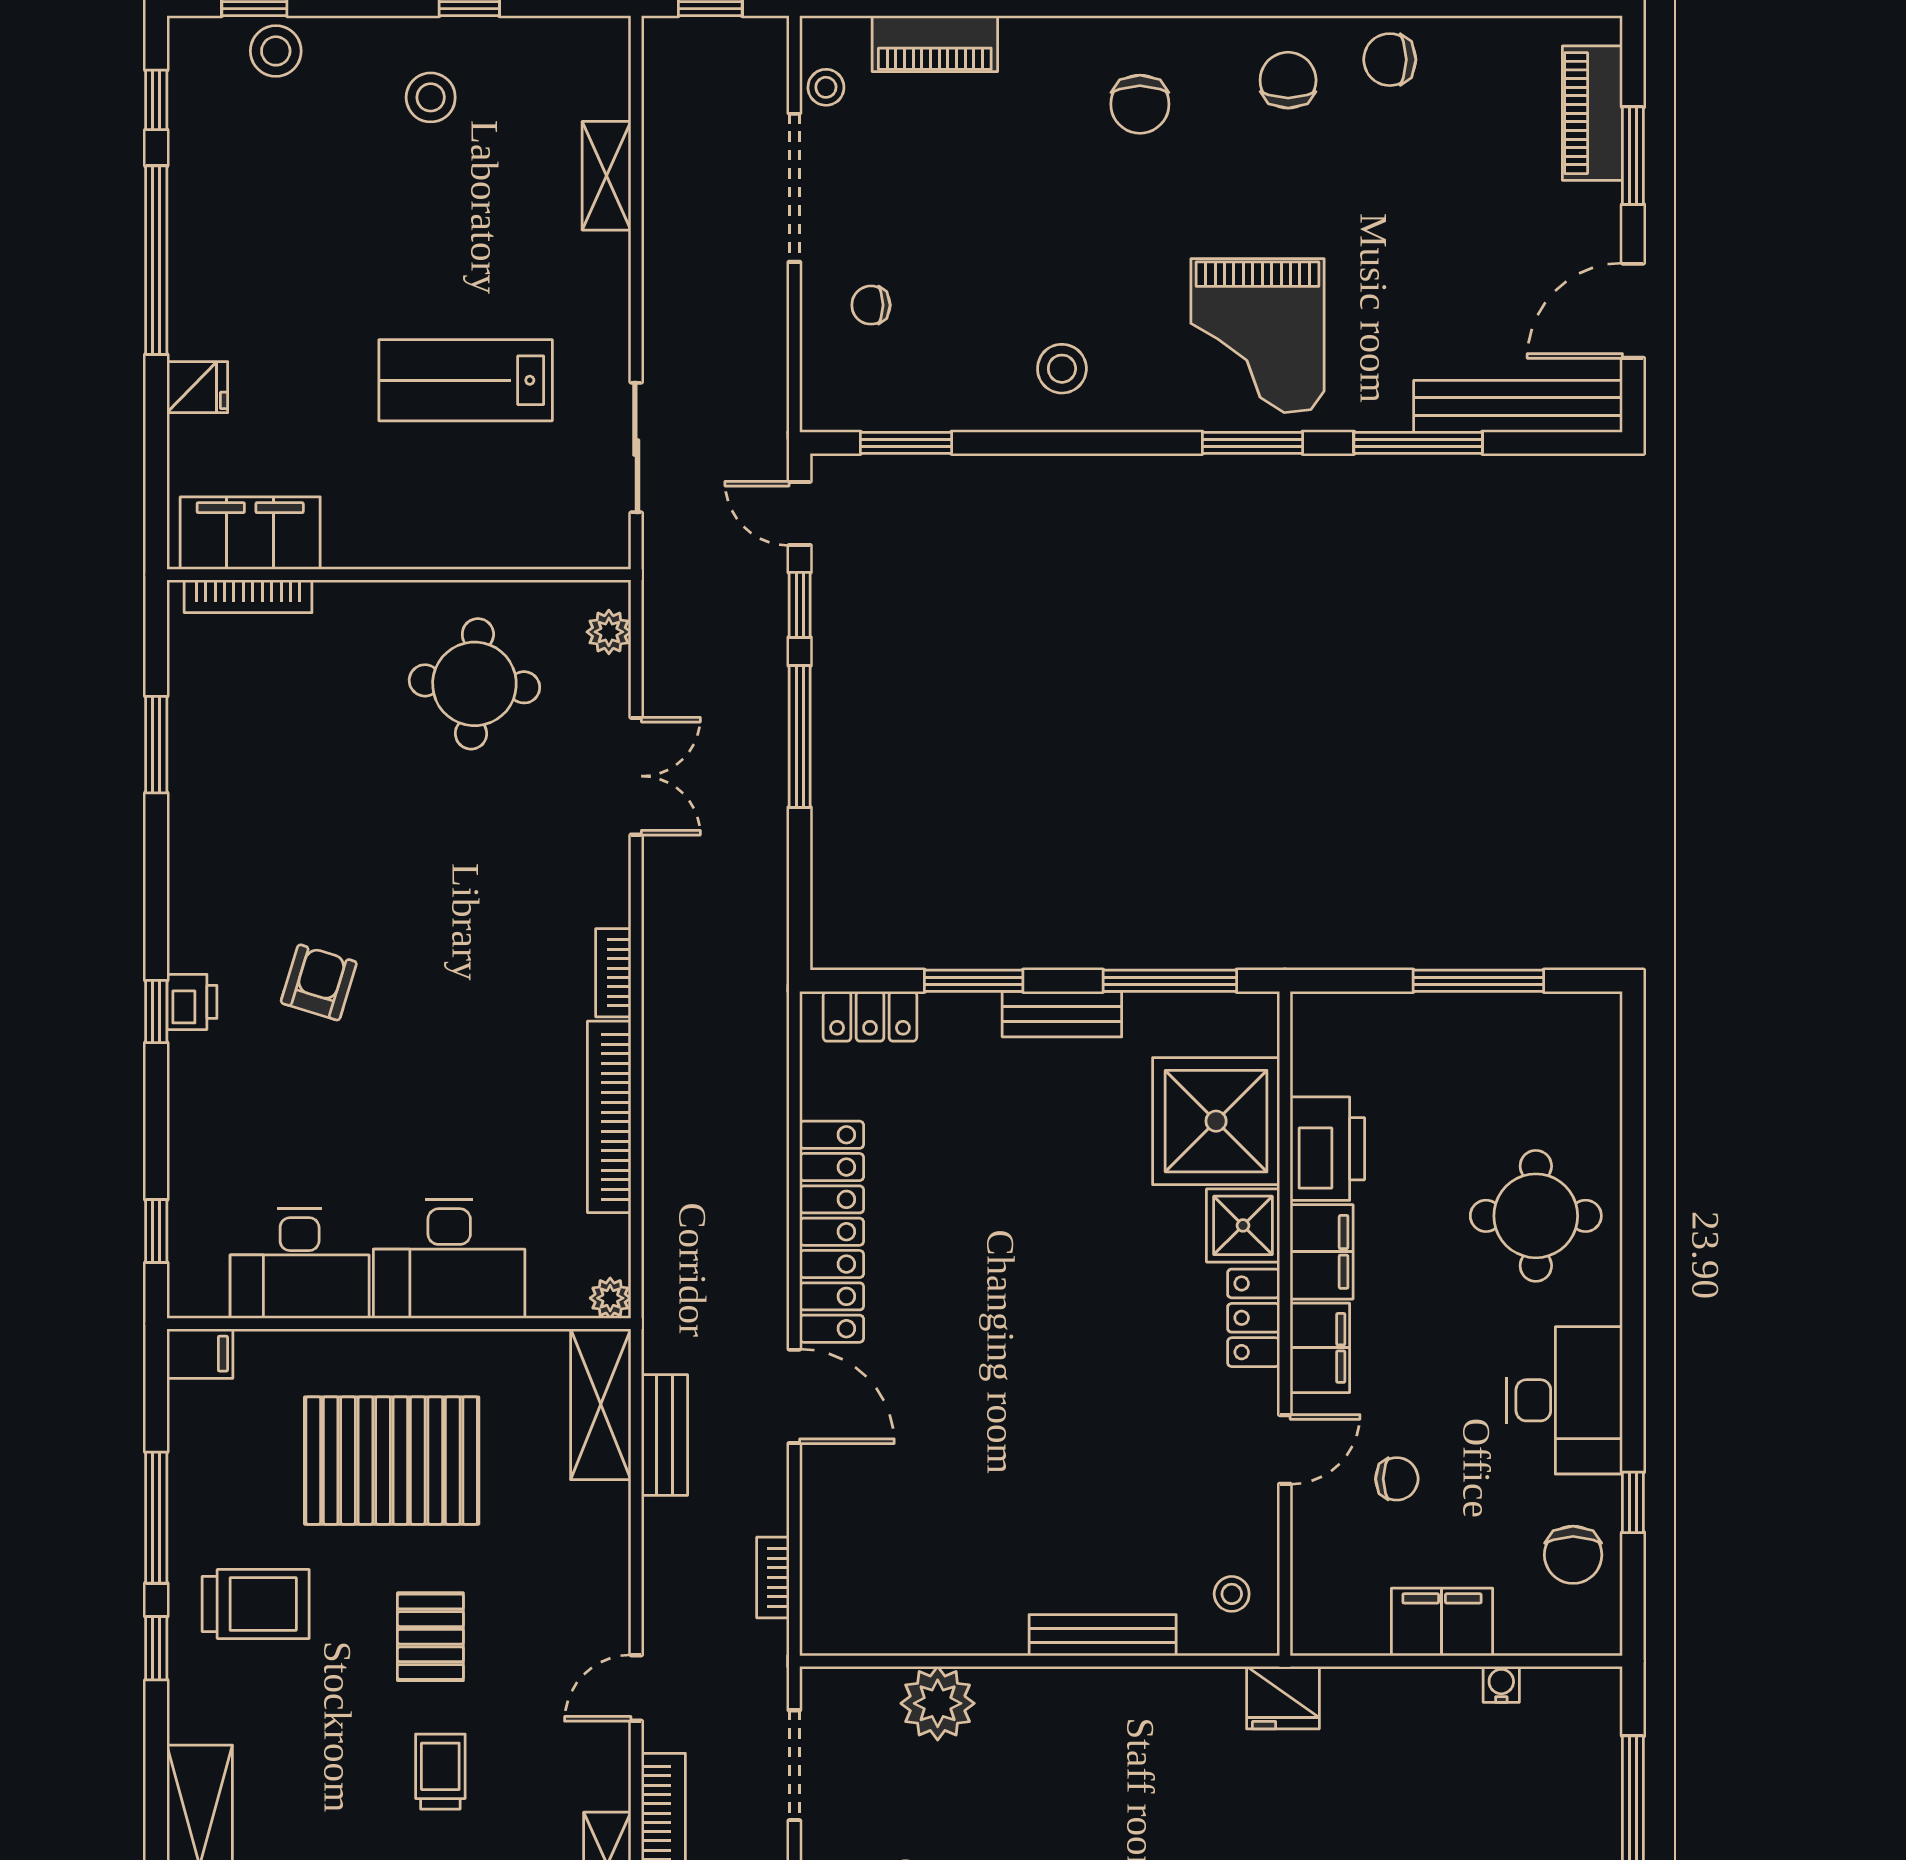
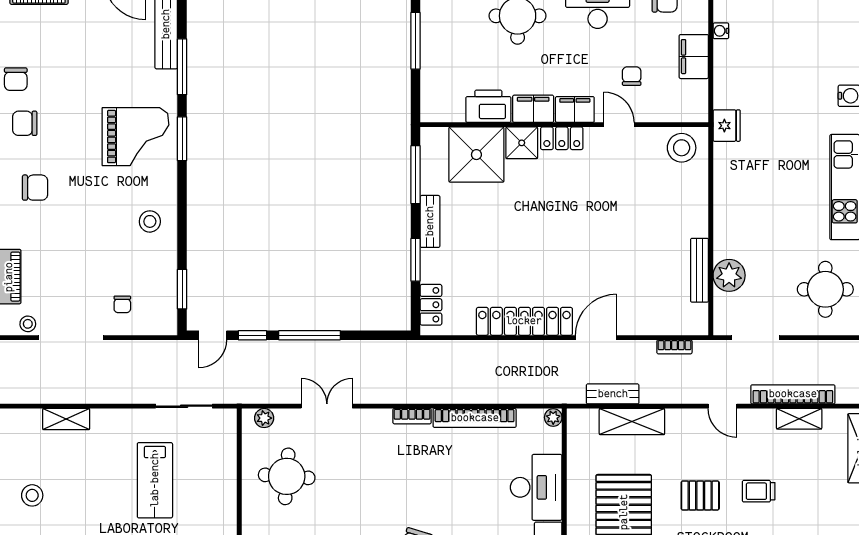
shelving: (601, 1404) -> (632, 422), moved
stool: (1232, 1594) -> (682, 148), width x1.89, depth x1.89
bench: (1103, 1635) -> (700, 270), moved

